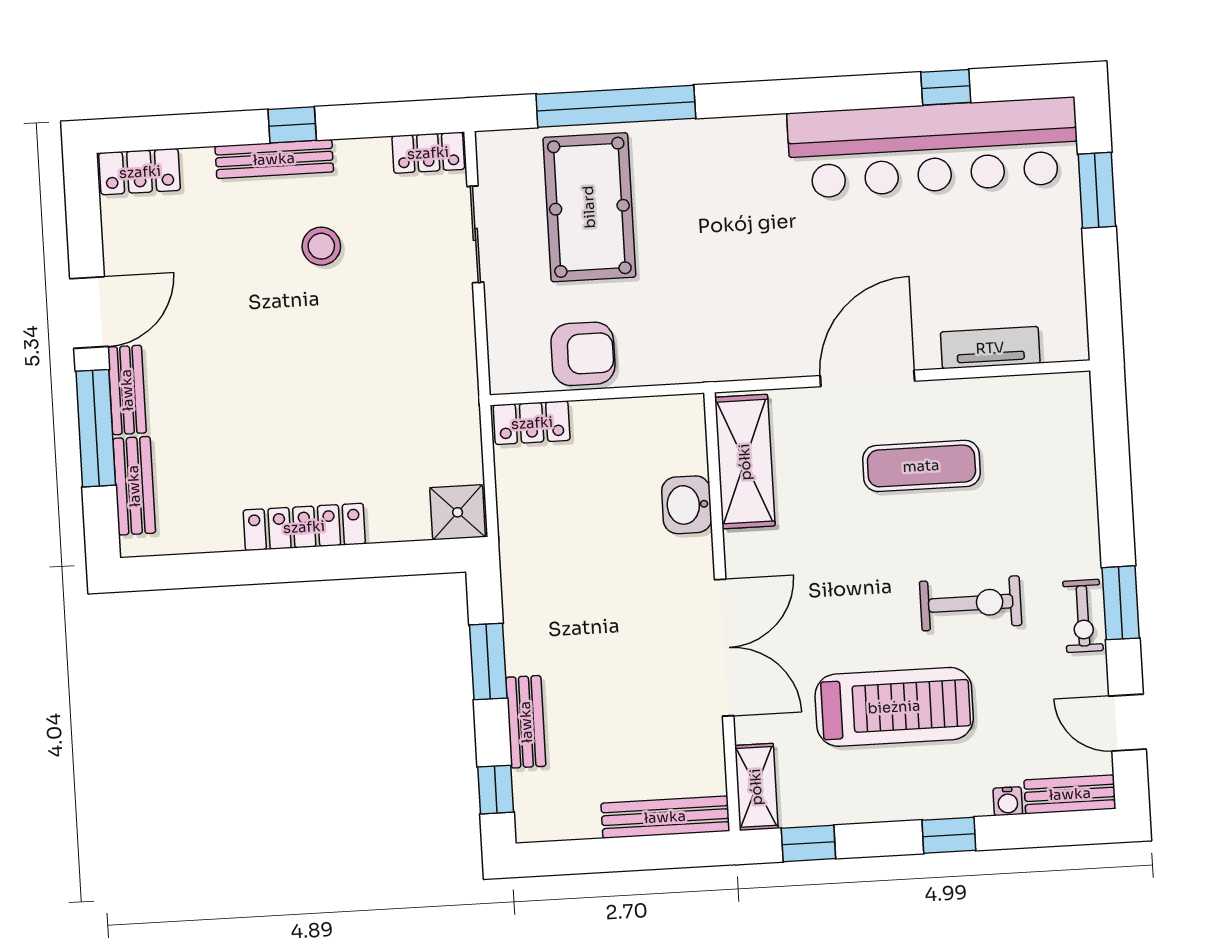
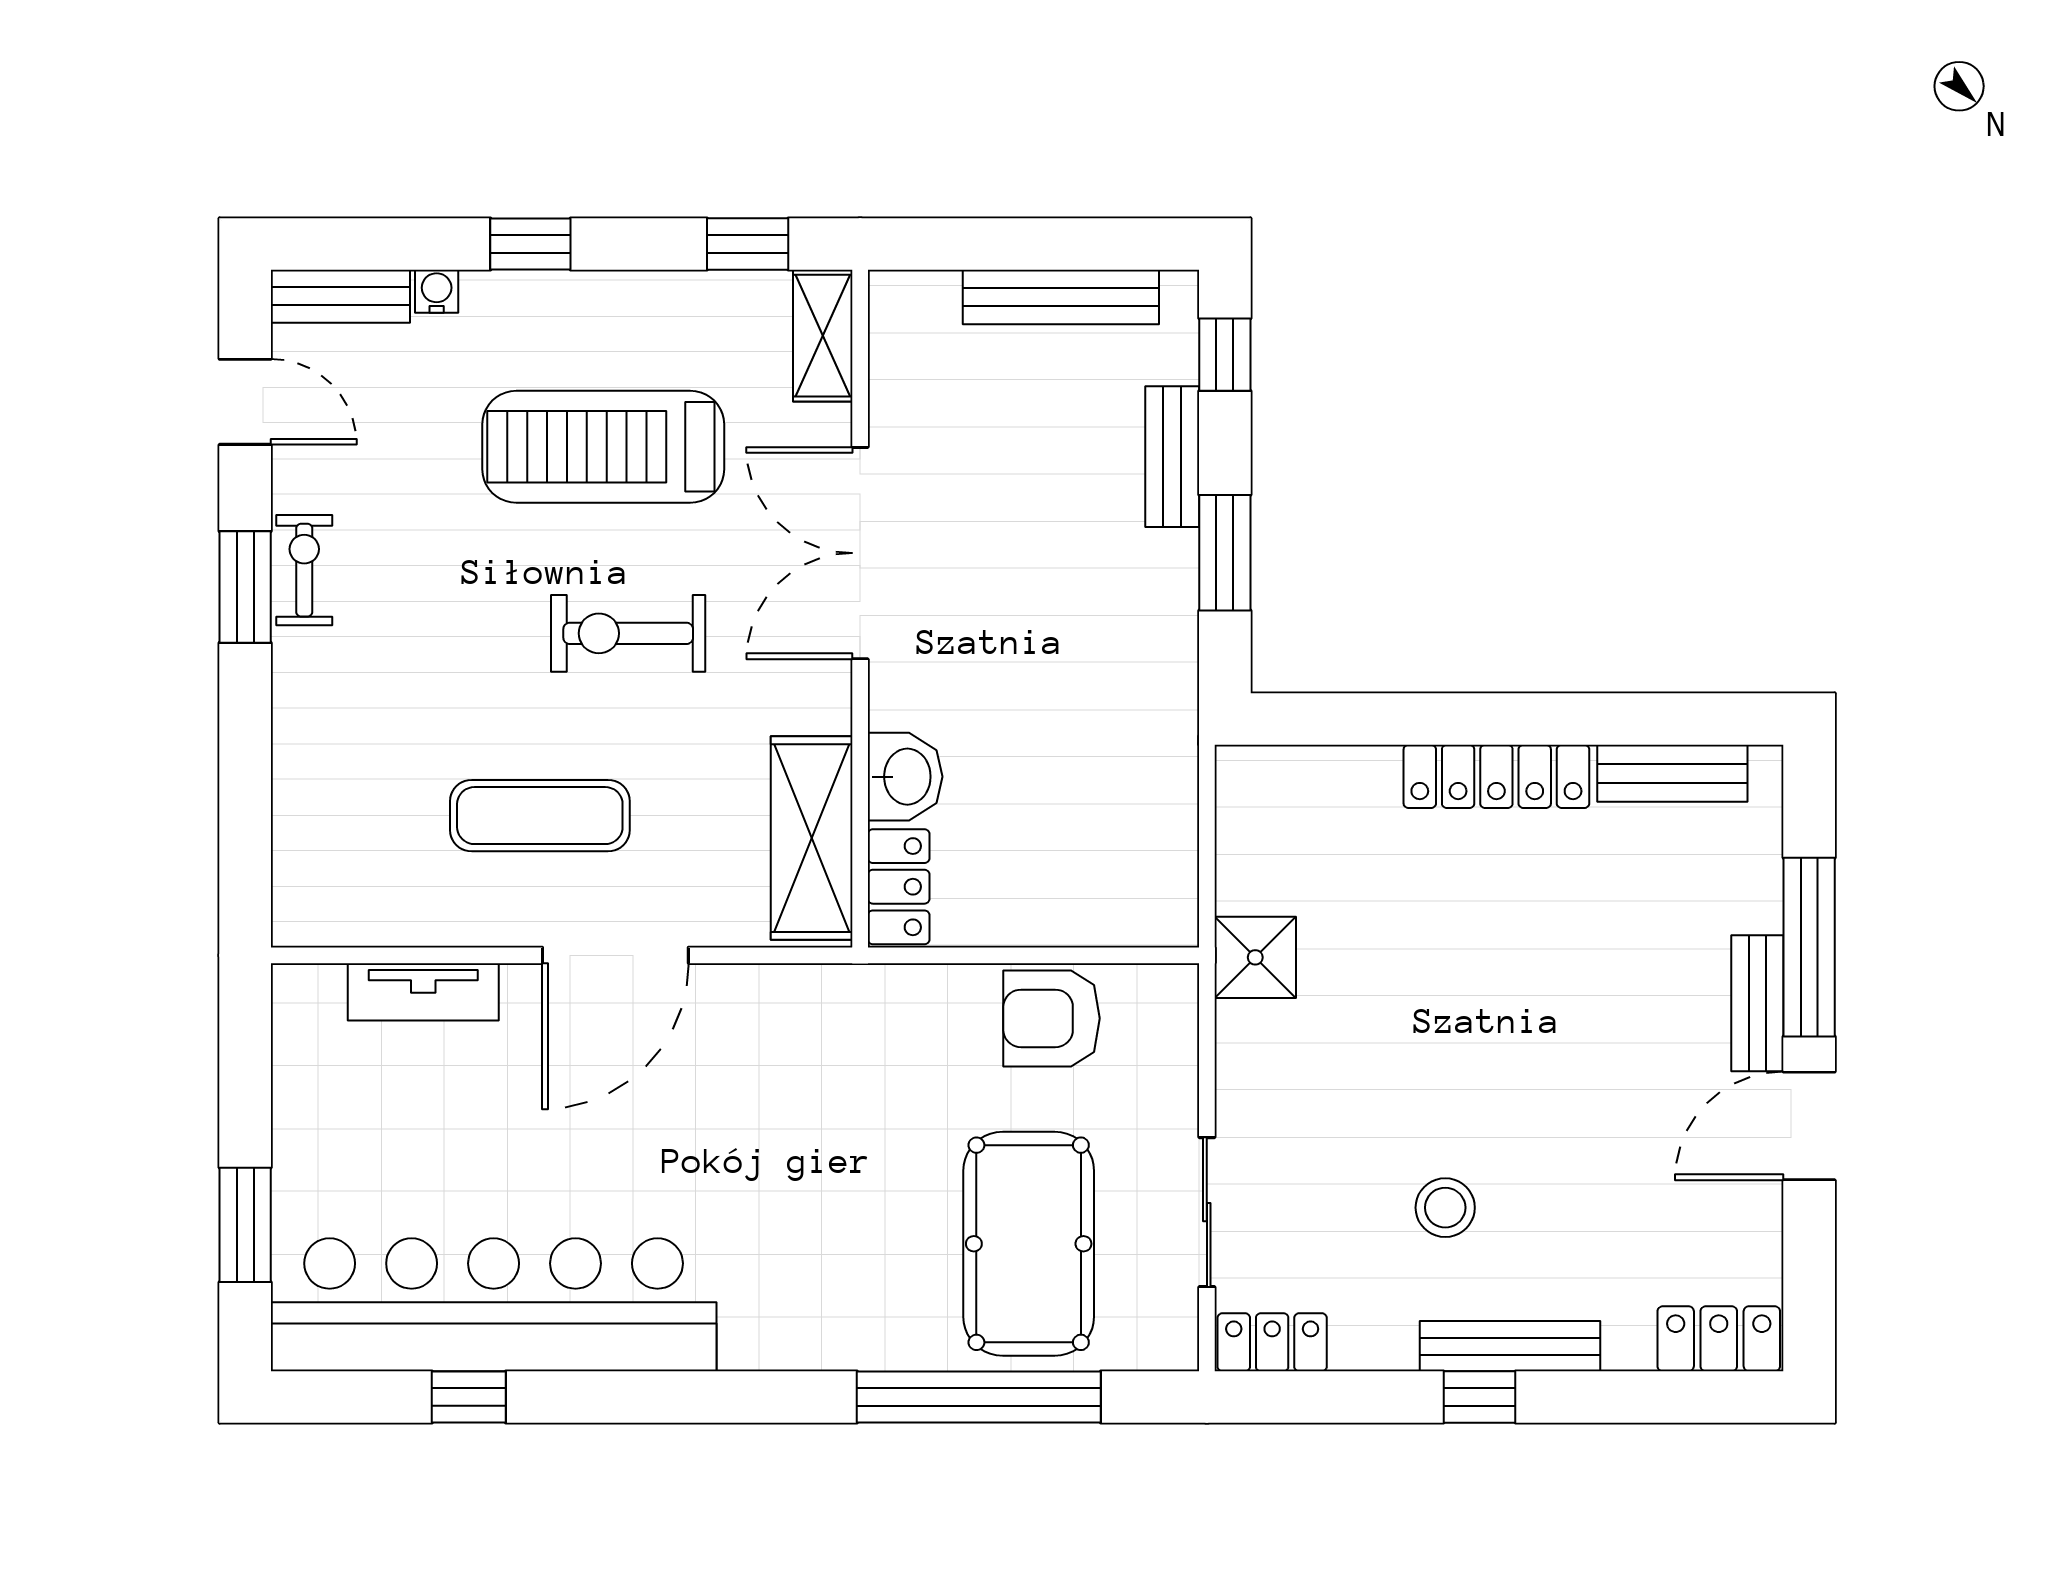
locker: (532, 423) -> (899, 887), moved, turned 90
bench: (134, 486) -> (1672, 773), moved, turned 90
shower: (458, 512) -> (1255, 957), moved
exercise bike: (971, 603) -> (628, 633), moved
bench: (665, 817) -> (1061, 297), moved

